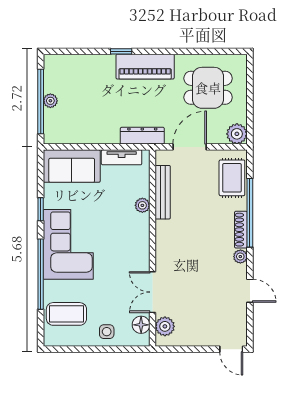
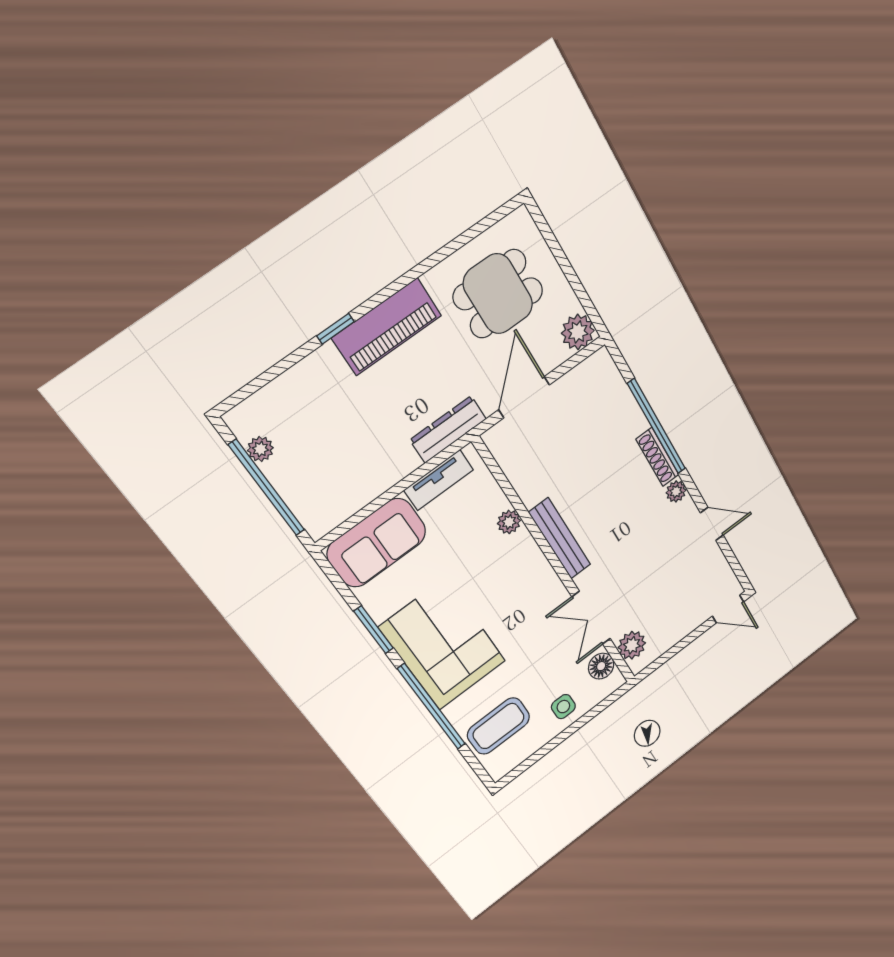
plant: (50, 101) -> (260, 449), moved
rug: (232, 178) -> (606, 398), removed
bench: (163, 192) -> (560, 539), moved
window: (41, 209) -> (374, 630), width x1.50

